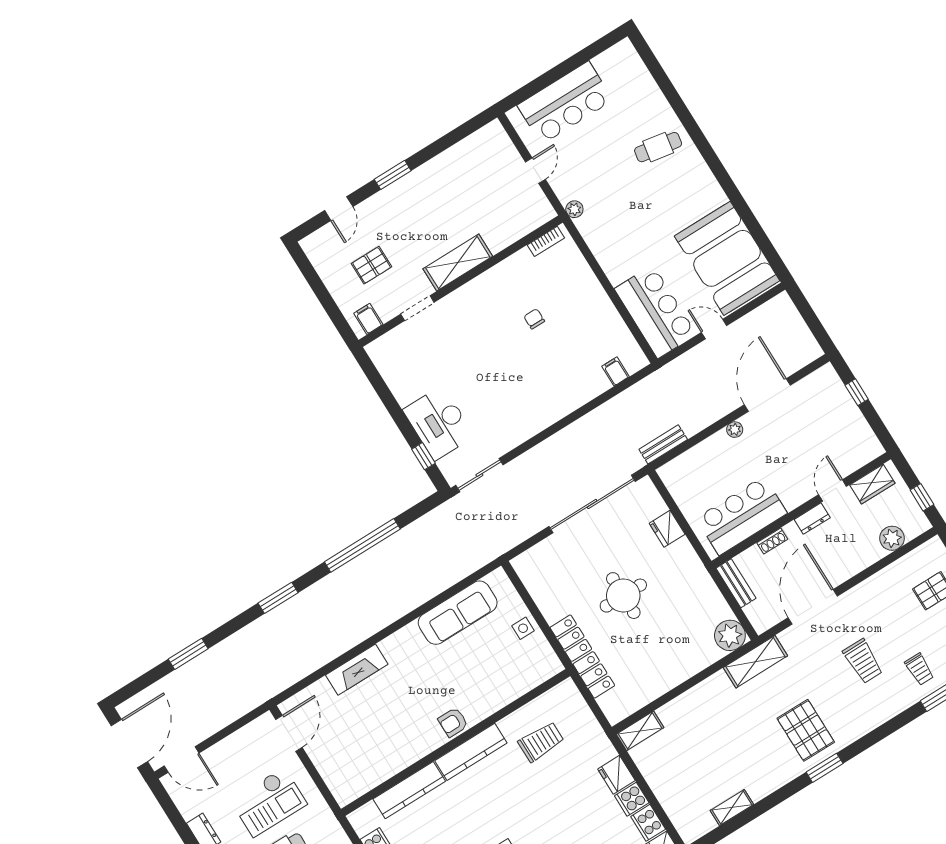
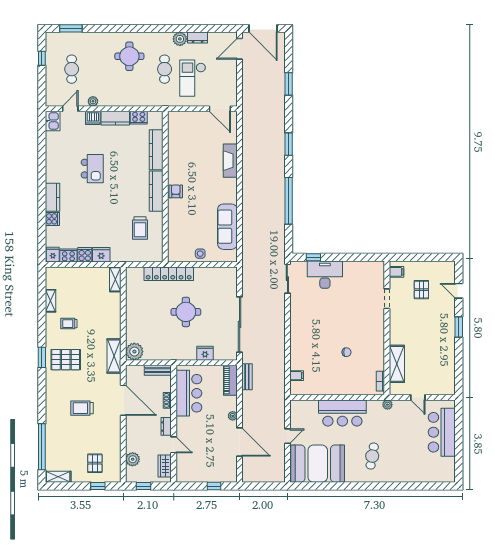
cafe table: (658, 147) -> (372, 456), moved
shelving: (458, 263) -> (397, 364), moved
bar counter: (655, 312) -> (342, 413), moved
piano: (684, 466) -> (230, 380), added
trolley: (919, 669) -> (69, 324), moved

